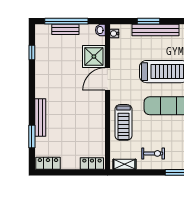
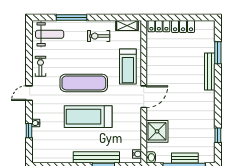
door: (107, 79) -> (144, 97), moved
treadmill: (124, 122) -> (128, 66), turned 180
locker: (48, 163) -> (183, 26), moved

